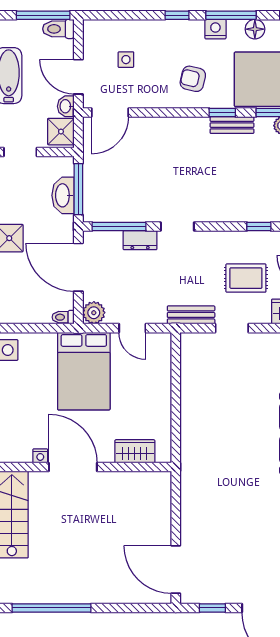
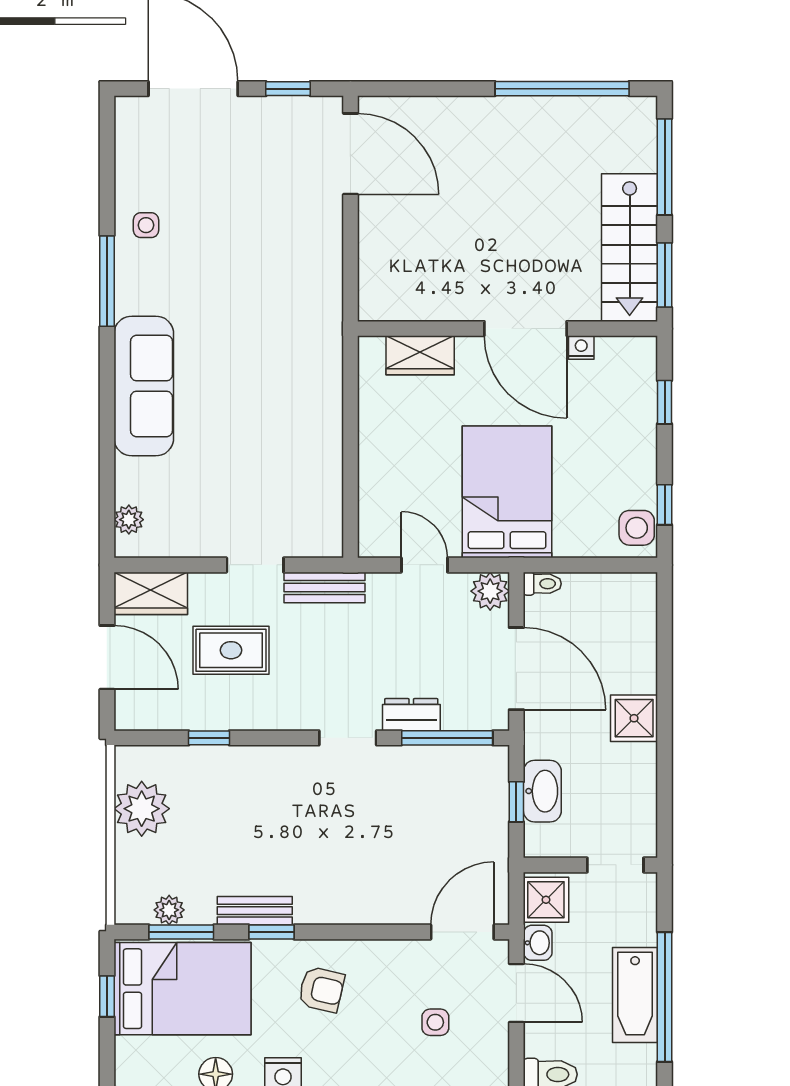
window: (78, 189) -> (516, 802), width x0.46

